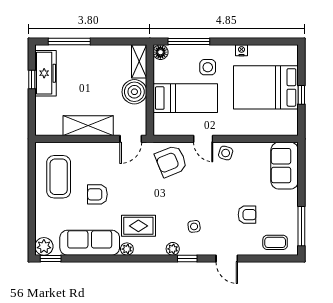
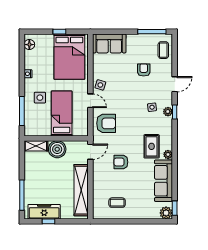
floor lamp: (160, 52) -> (29, 45), moved
bed: (266, 87) -> (69, 57), moved
shelving: (88, 126) -> (81, 190), width x1.47
door: (131, 139) -> (90, 152), hinge flipped
door: (203, 139) -> (90, 101), hinge flipped
armchair: (171, 161) -> (106, 123), turned -68
coffee table: (59, 177) -> (117, 203), width x0.54, depth x0.58
armchair: (97, 194) -> (121, 162), moved, turned 90
plant: (173, 249) -> (168, 112), moved

